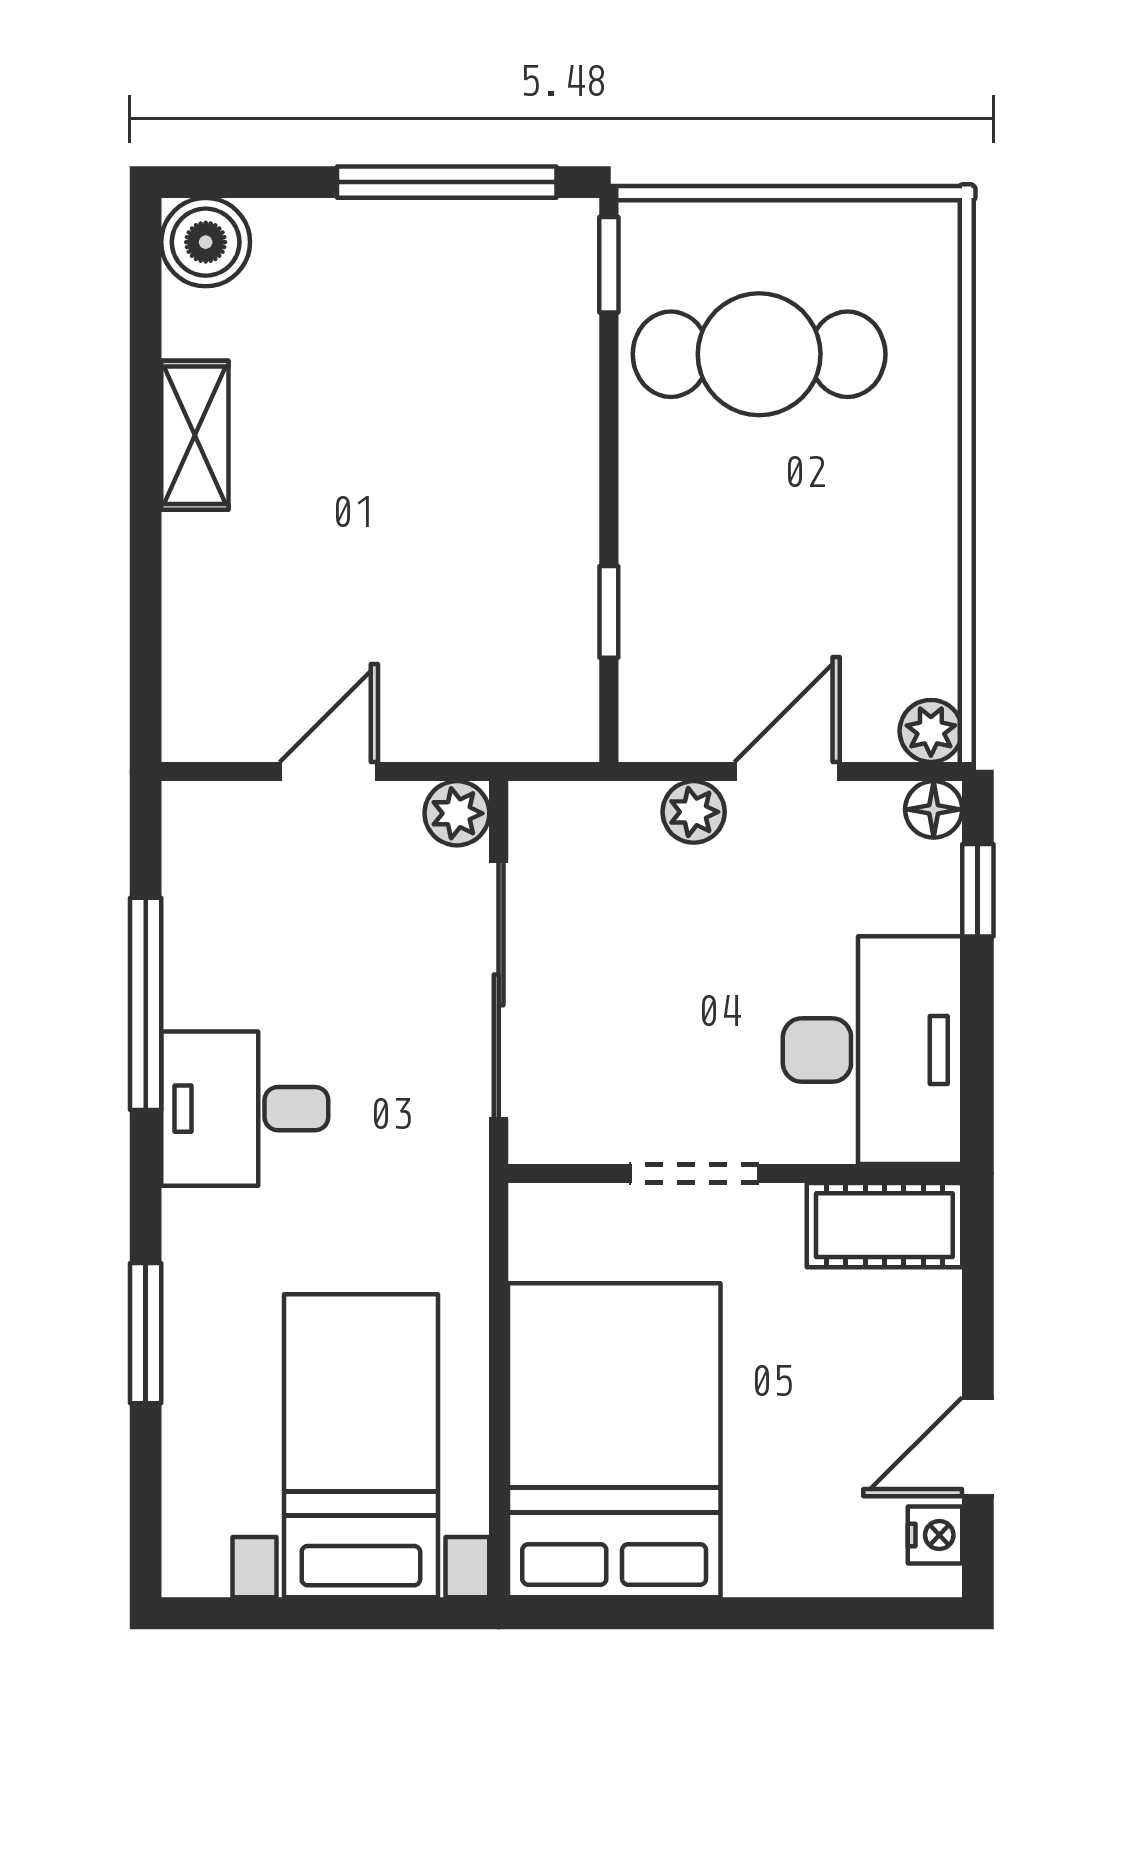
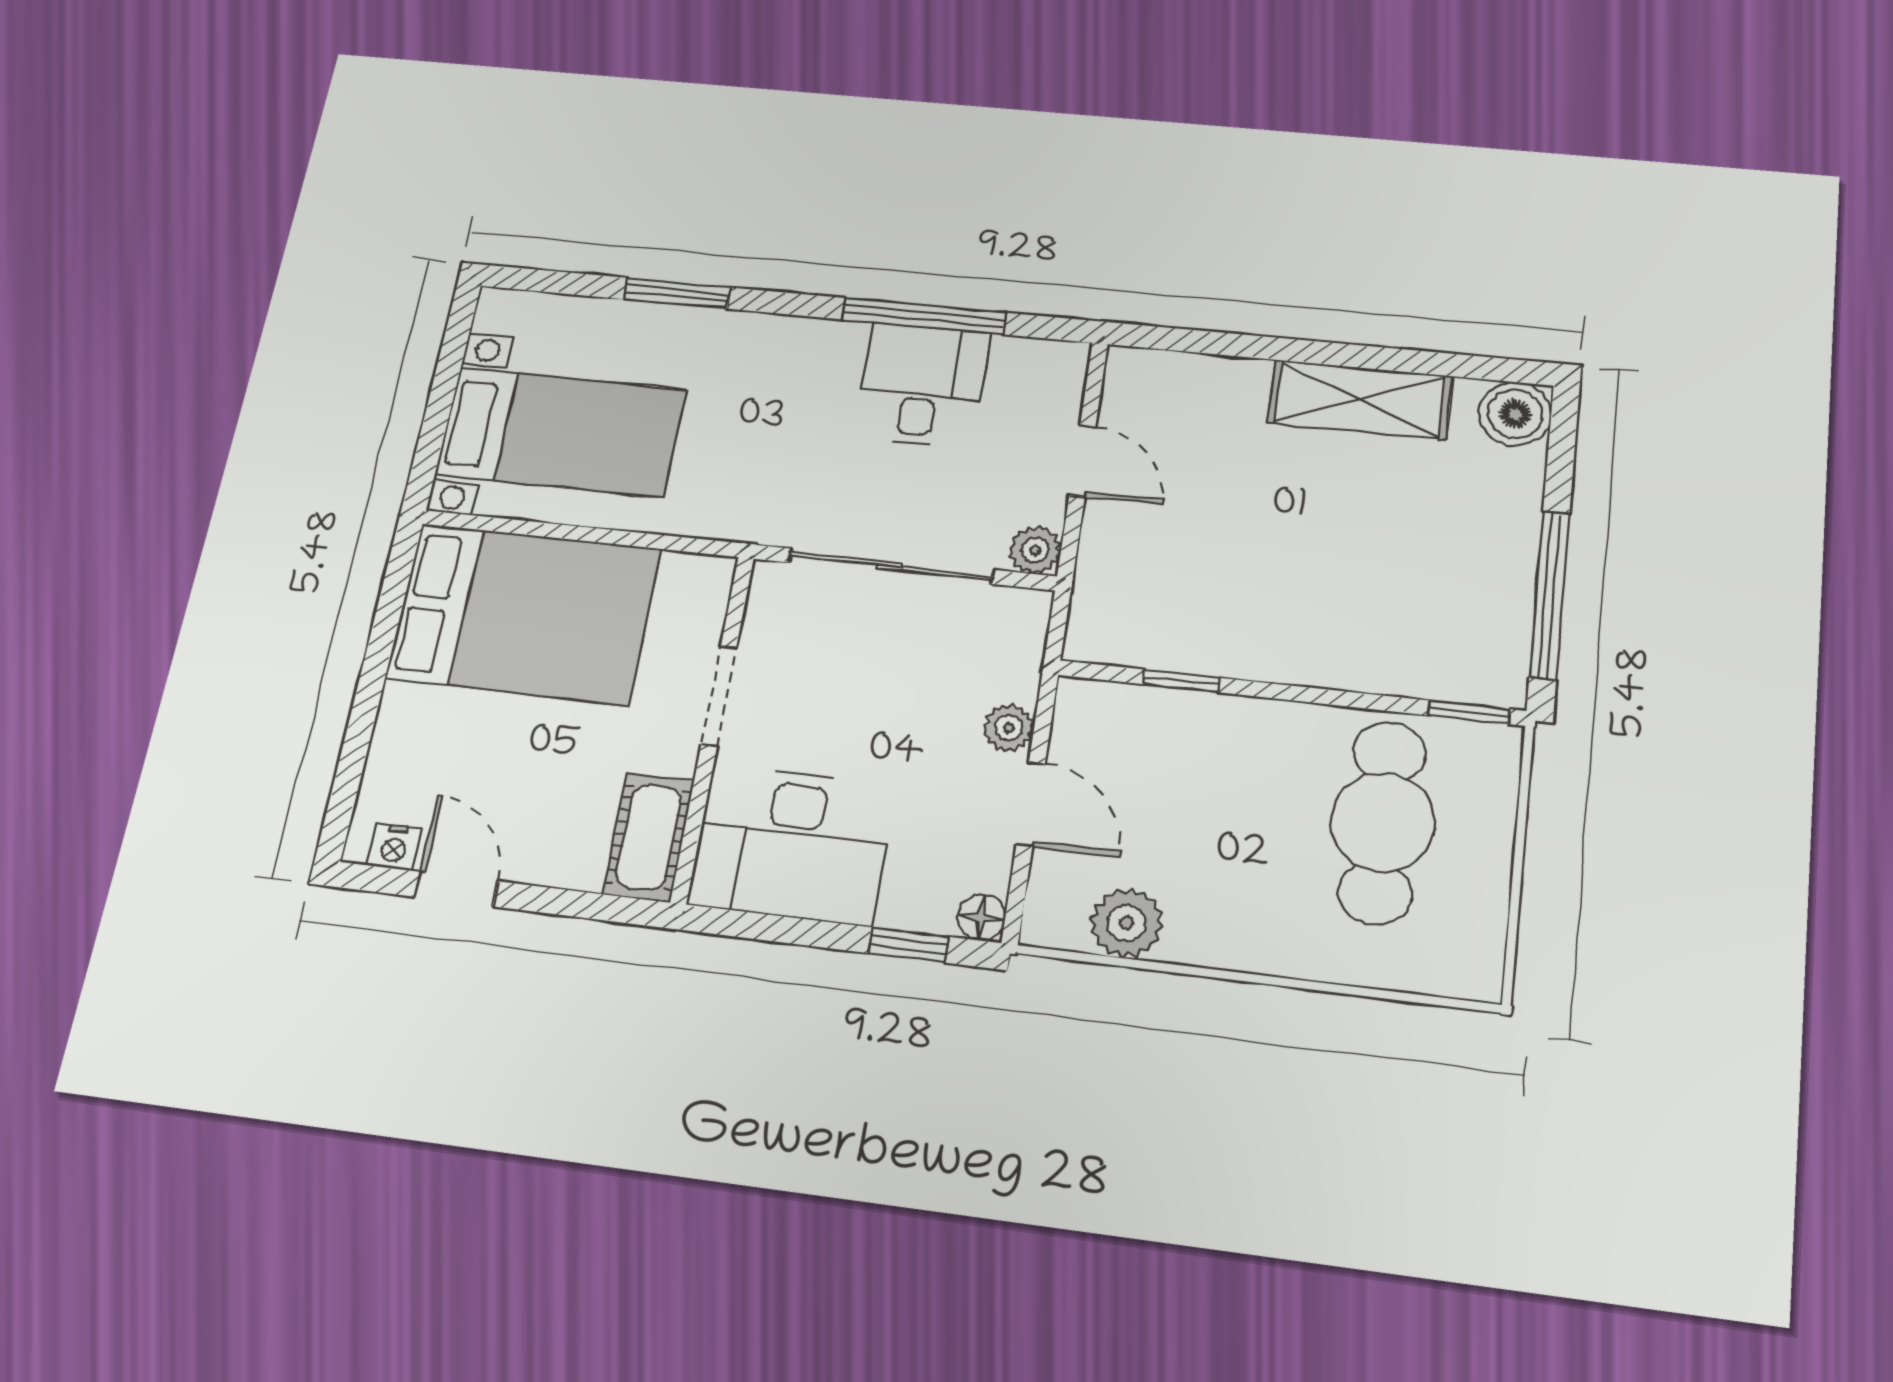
shelving: (195, 435) -> (1360, 399), width x1.50, depth x1.33
plant: (931, 731) -> (1127, 923), moved, width x1.38, depth x1.38
desk: (245, 1109) -> (922, 385), moved

